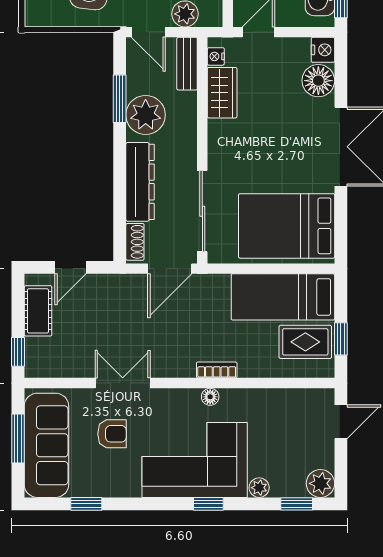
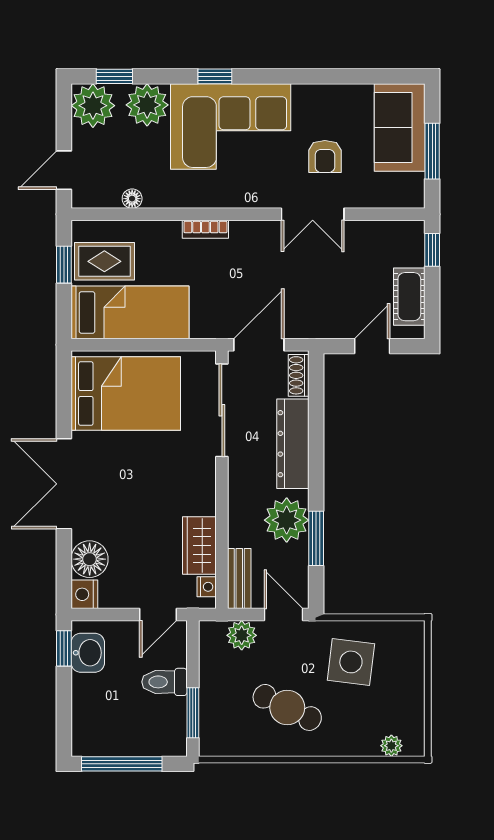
floor lamp: (210, 397) -> (132, 199), moved
armchair: (112, 434) -> (325, 156), turned -90
sofa: (46, 445) -> (400, 128), width x0.73
plant: (320, 483) -> (93, 106), width x1.36, depth x1.36
plant: (259, 488) -> (147, 105), width x1.87, depth x1.87
window: (86, 504) -> (354, 76), removed

